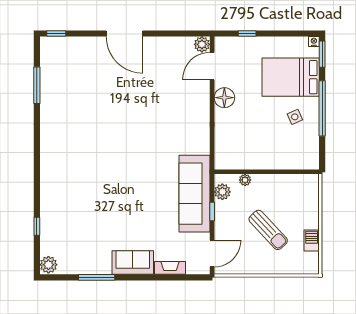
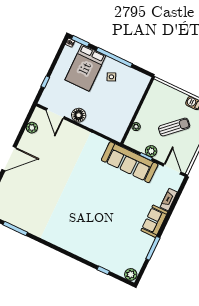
plant: (202, 44) -> (32, 128), moved
plant: (222, 192) -> (151, 151), moved

